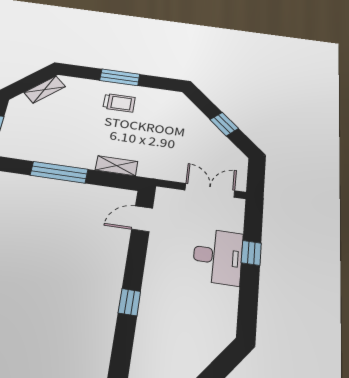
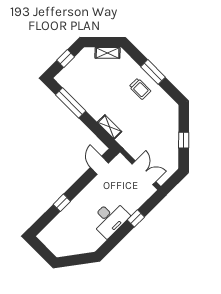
window: (59, 172) -> (71, 103), moved
door: (142, 219) -> (99, 165), hinge flipped
desk: (218, 256) -> (110, 219), moved

